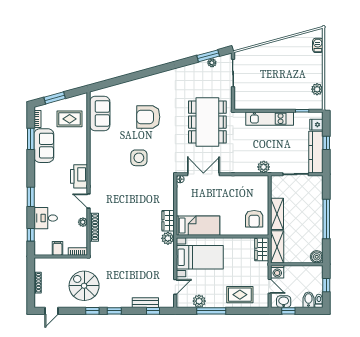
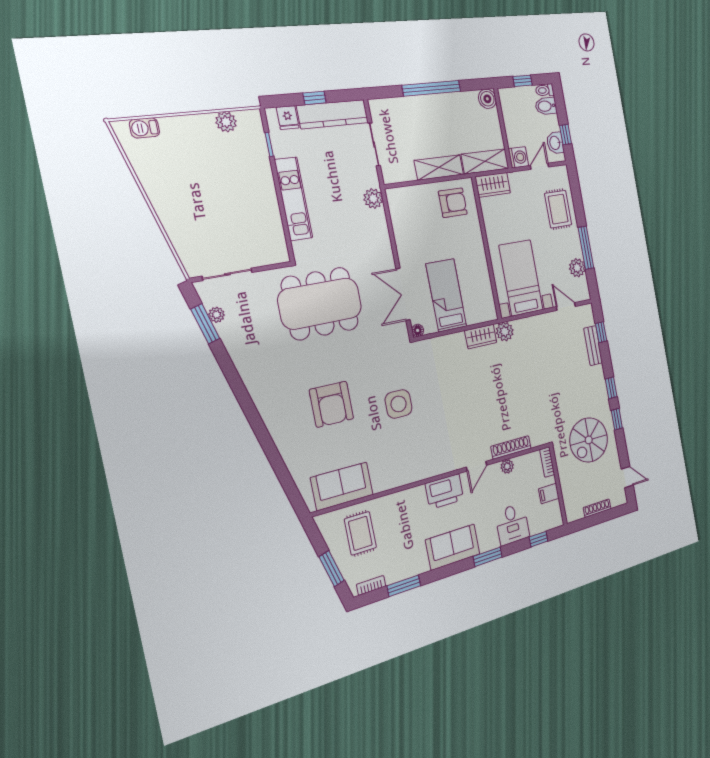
sofa: (44, 146) -> (453, 547), moved
bed: (198, 226) -> (446, 295), moved

